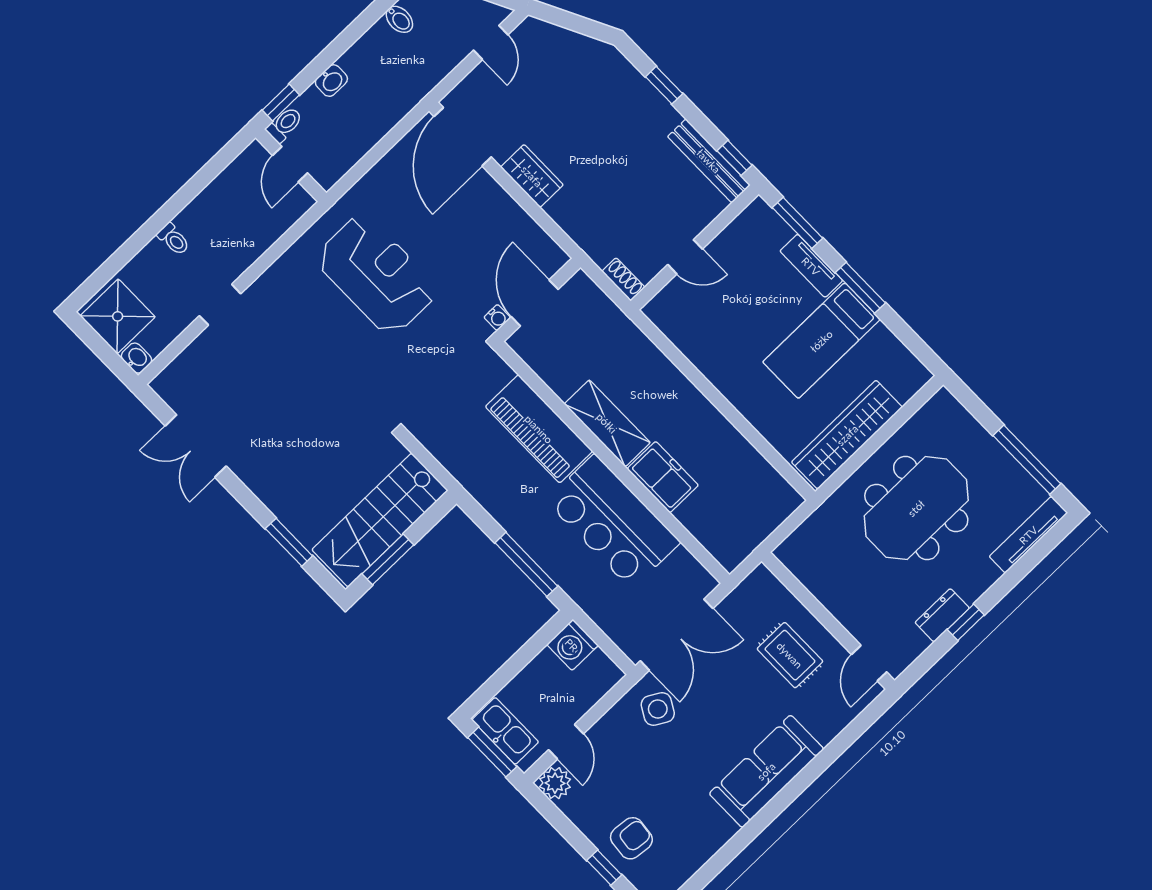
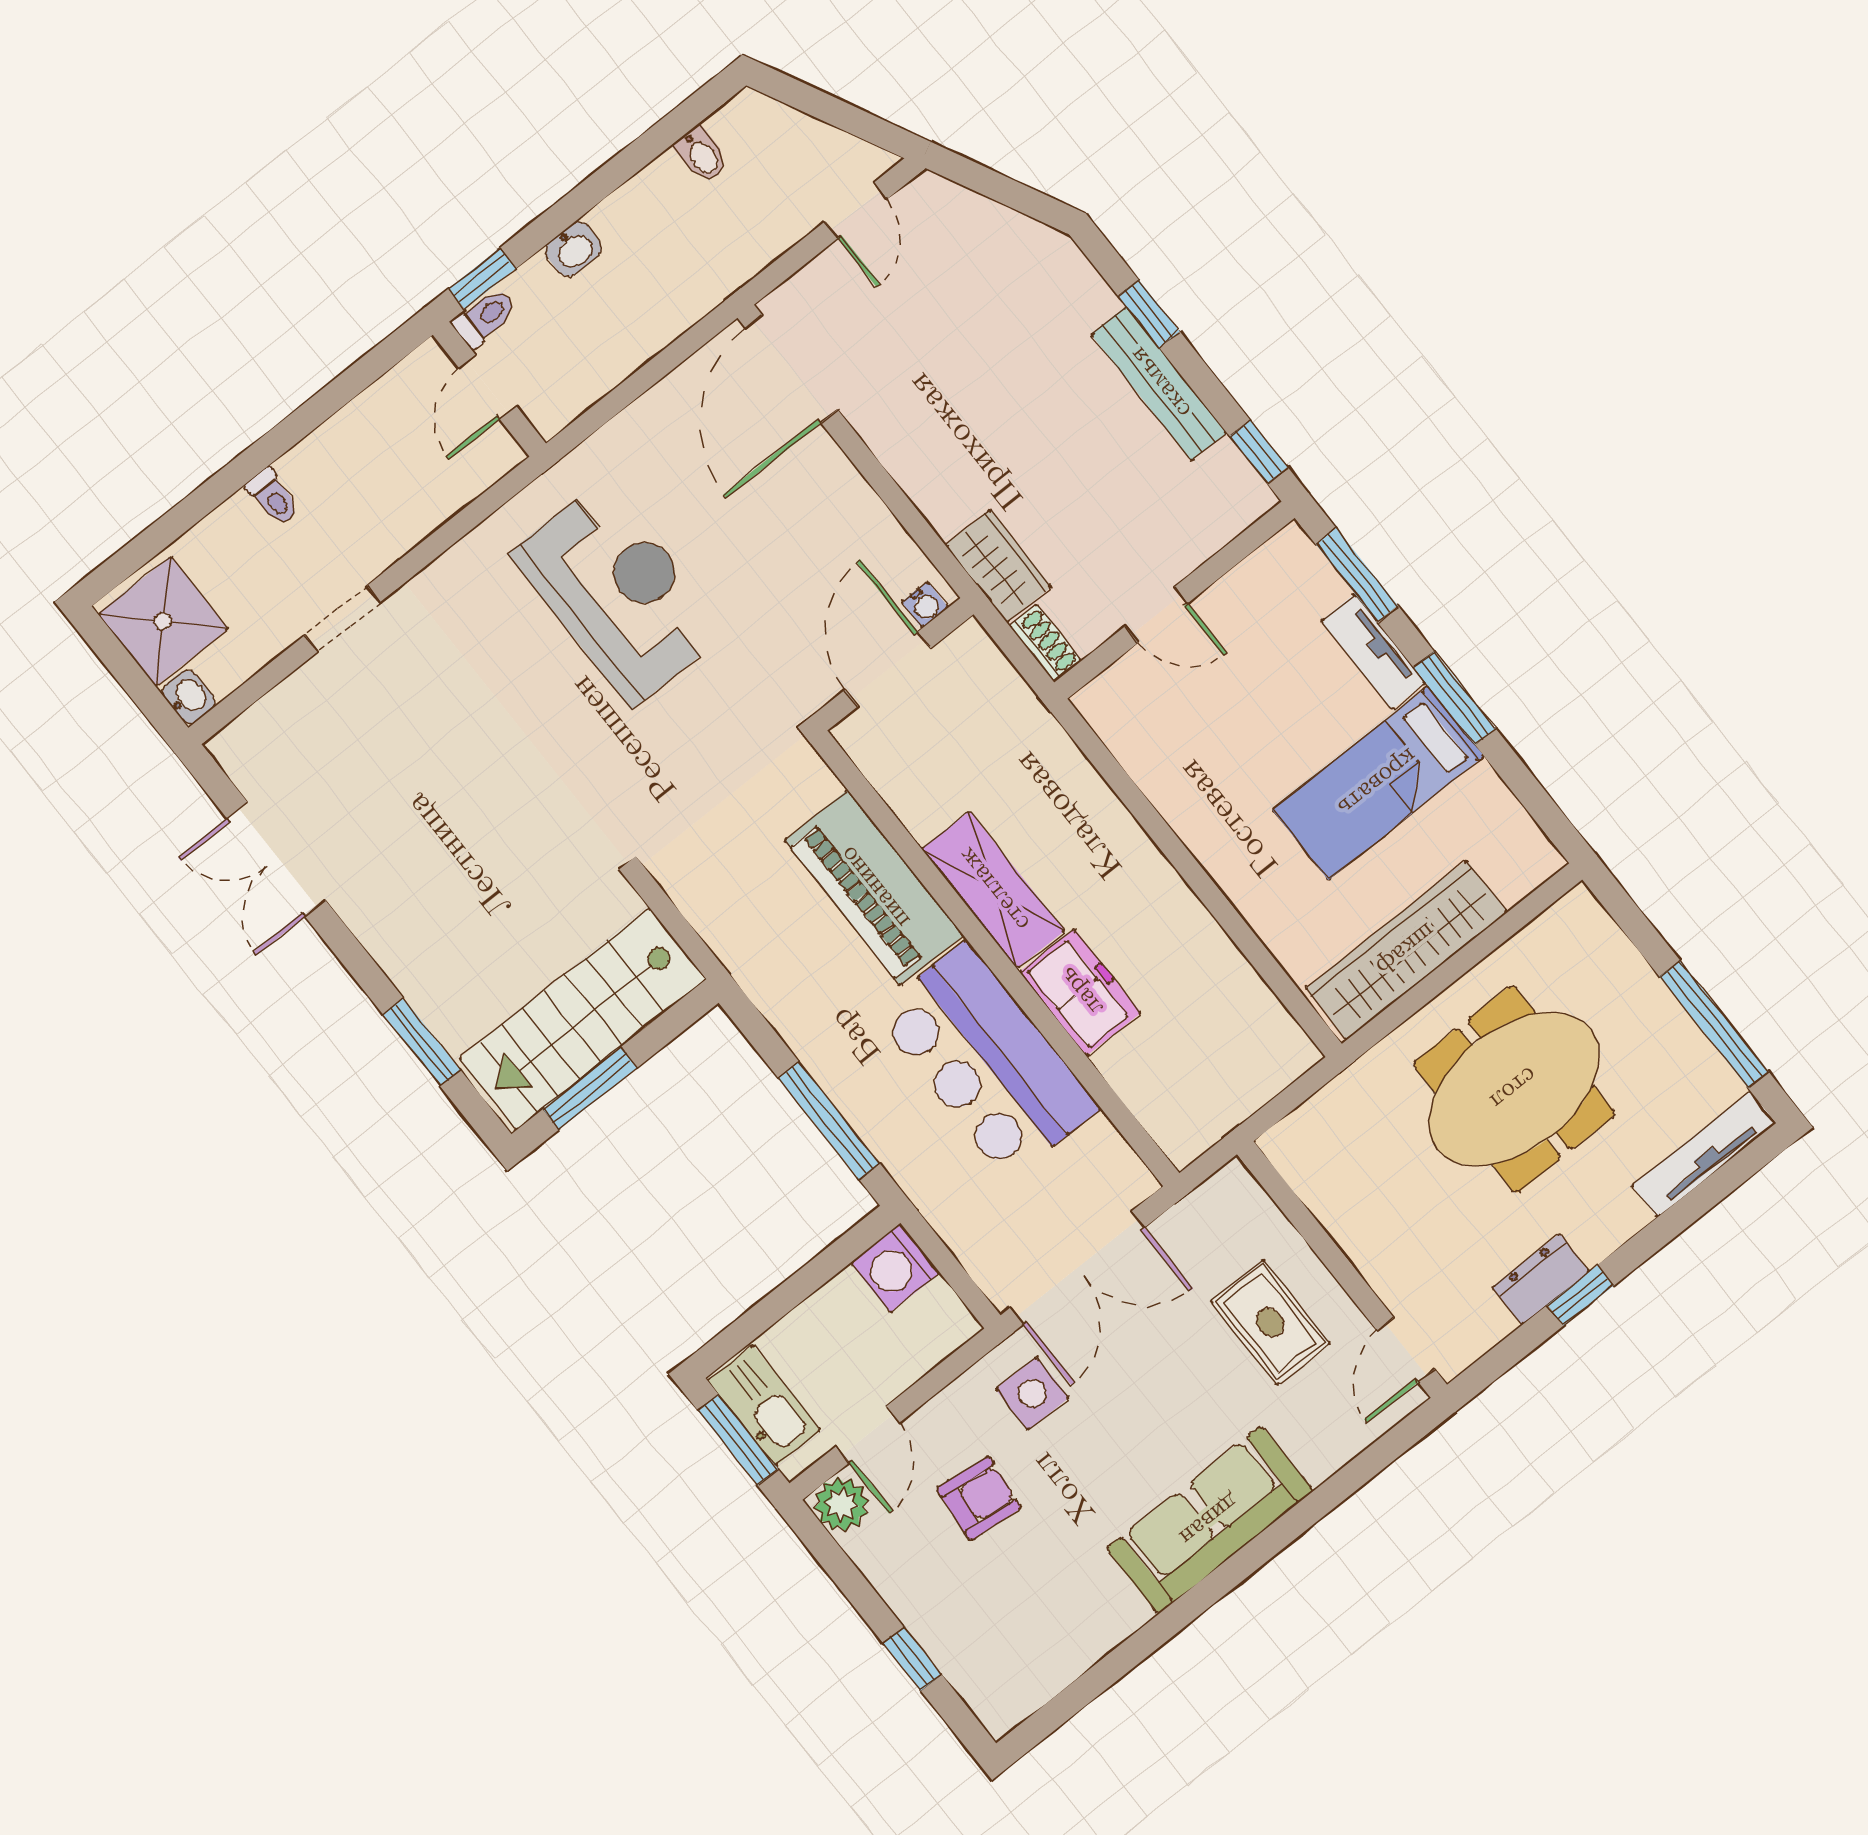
bench: (709, 161) -> (1159, 383), moved
wardrobe: (532, 176) -> (998, 566), moved
water cooler: (497, 318) -> (925, 605), moved
side table: (658, 709) -> (1032, 1393), turned -30
armchair: (631, 838) -> (979, 1498), moved

